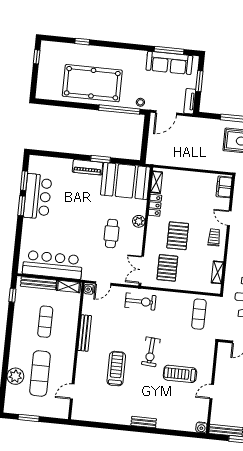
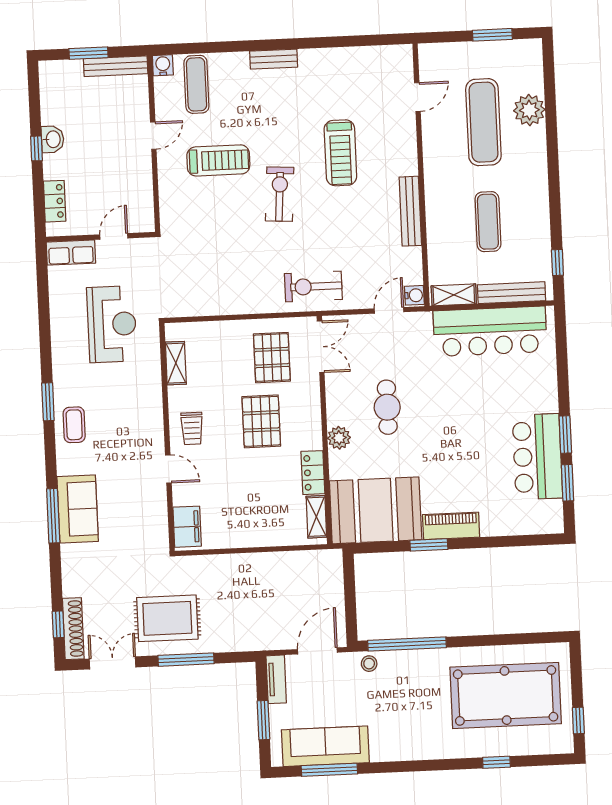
pool table: (92, 83) -> (506, 695), moved
exercise mat: (199, 314) -> (196, 84), moved

